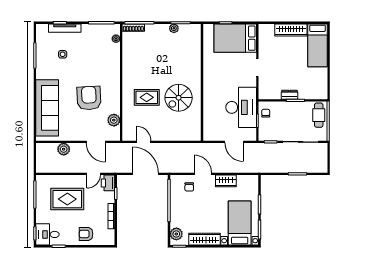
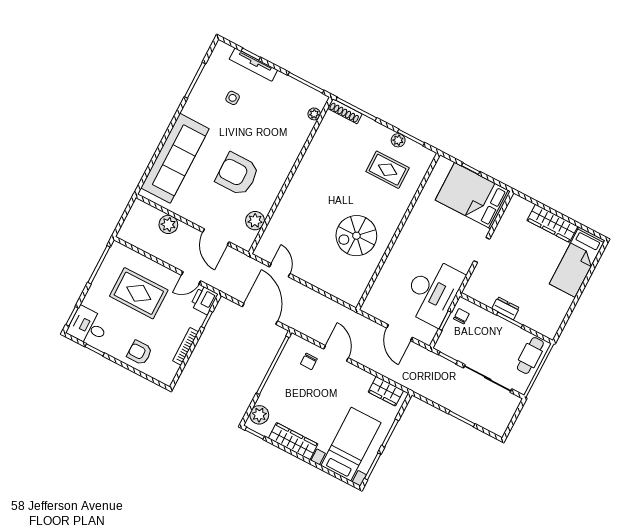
rug: (147, 97) -> (388, 170), moved
armchair: (89, 98) -> (237, 174), turned -87
wardrobe: (226, 181) -> (386, 391), moved

